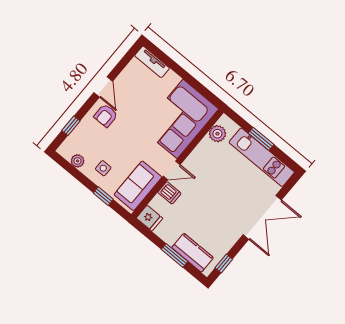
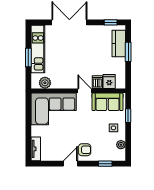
fridge: (149, 218) -> (109, 81), moved

